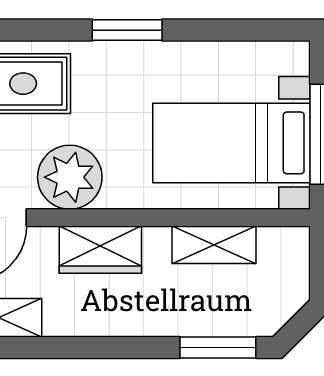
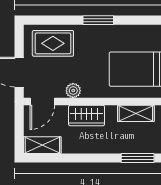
plant: (70, 177) -> (73, 91), width x0.53, depth x0.53

